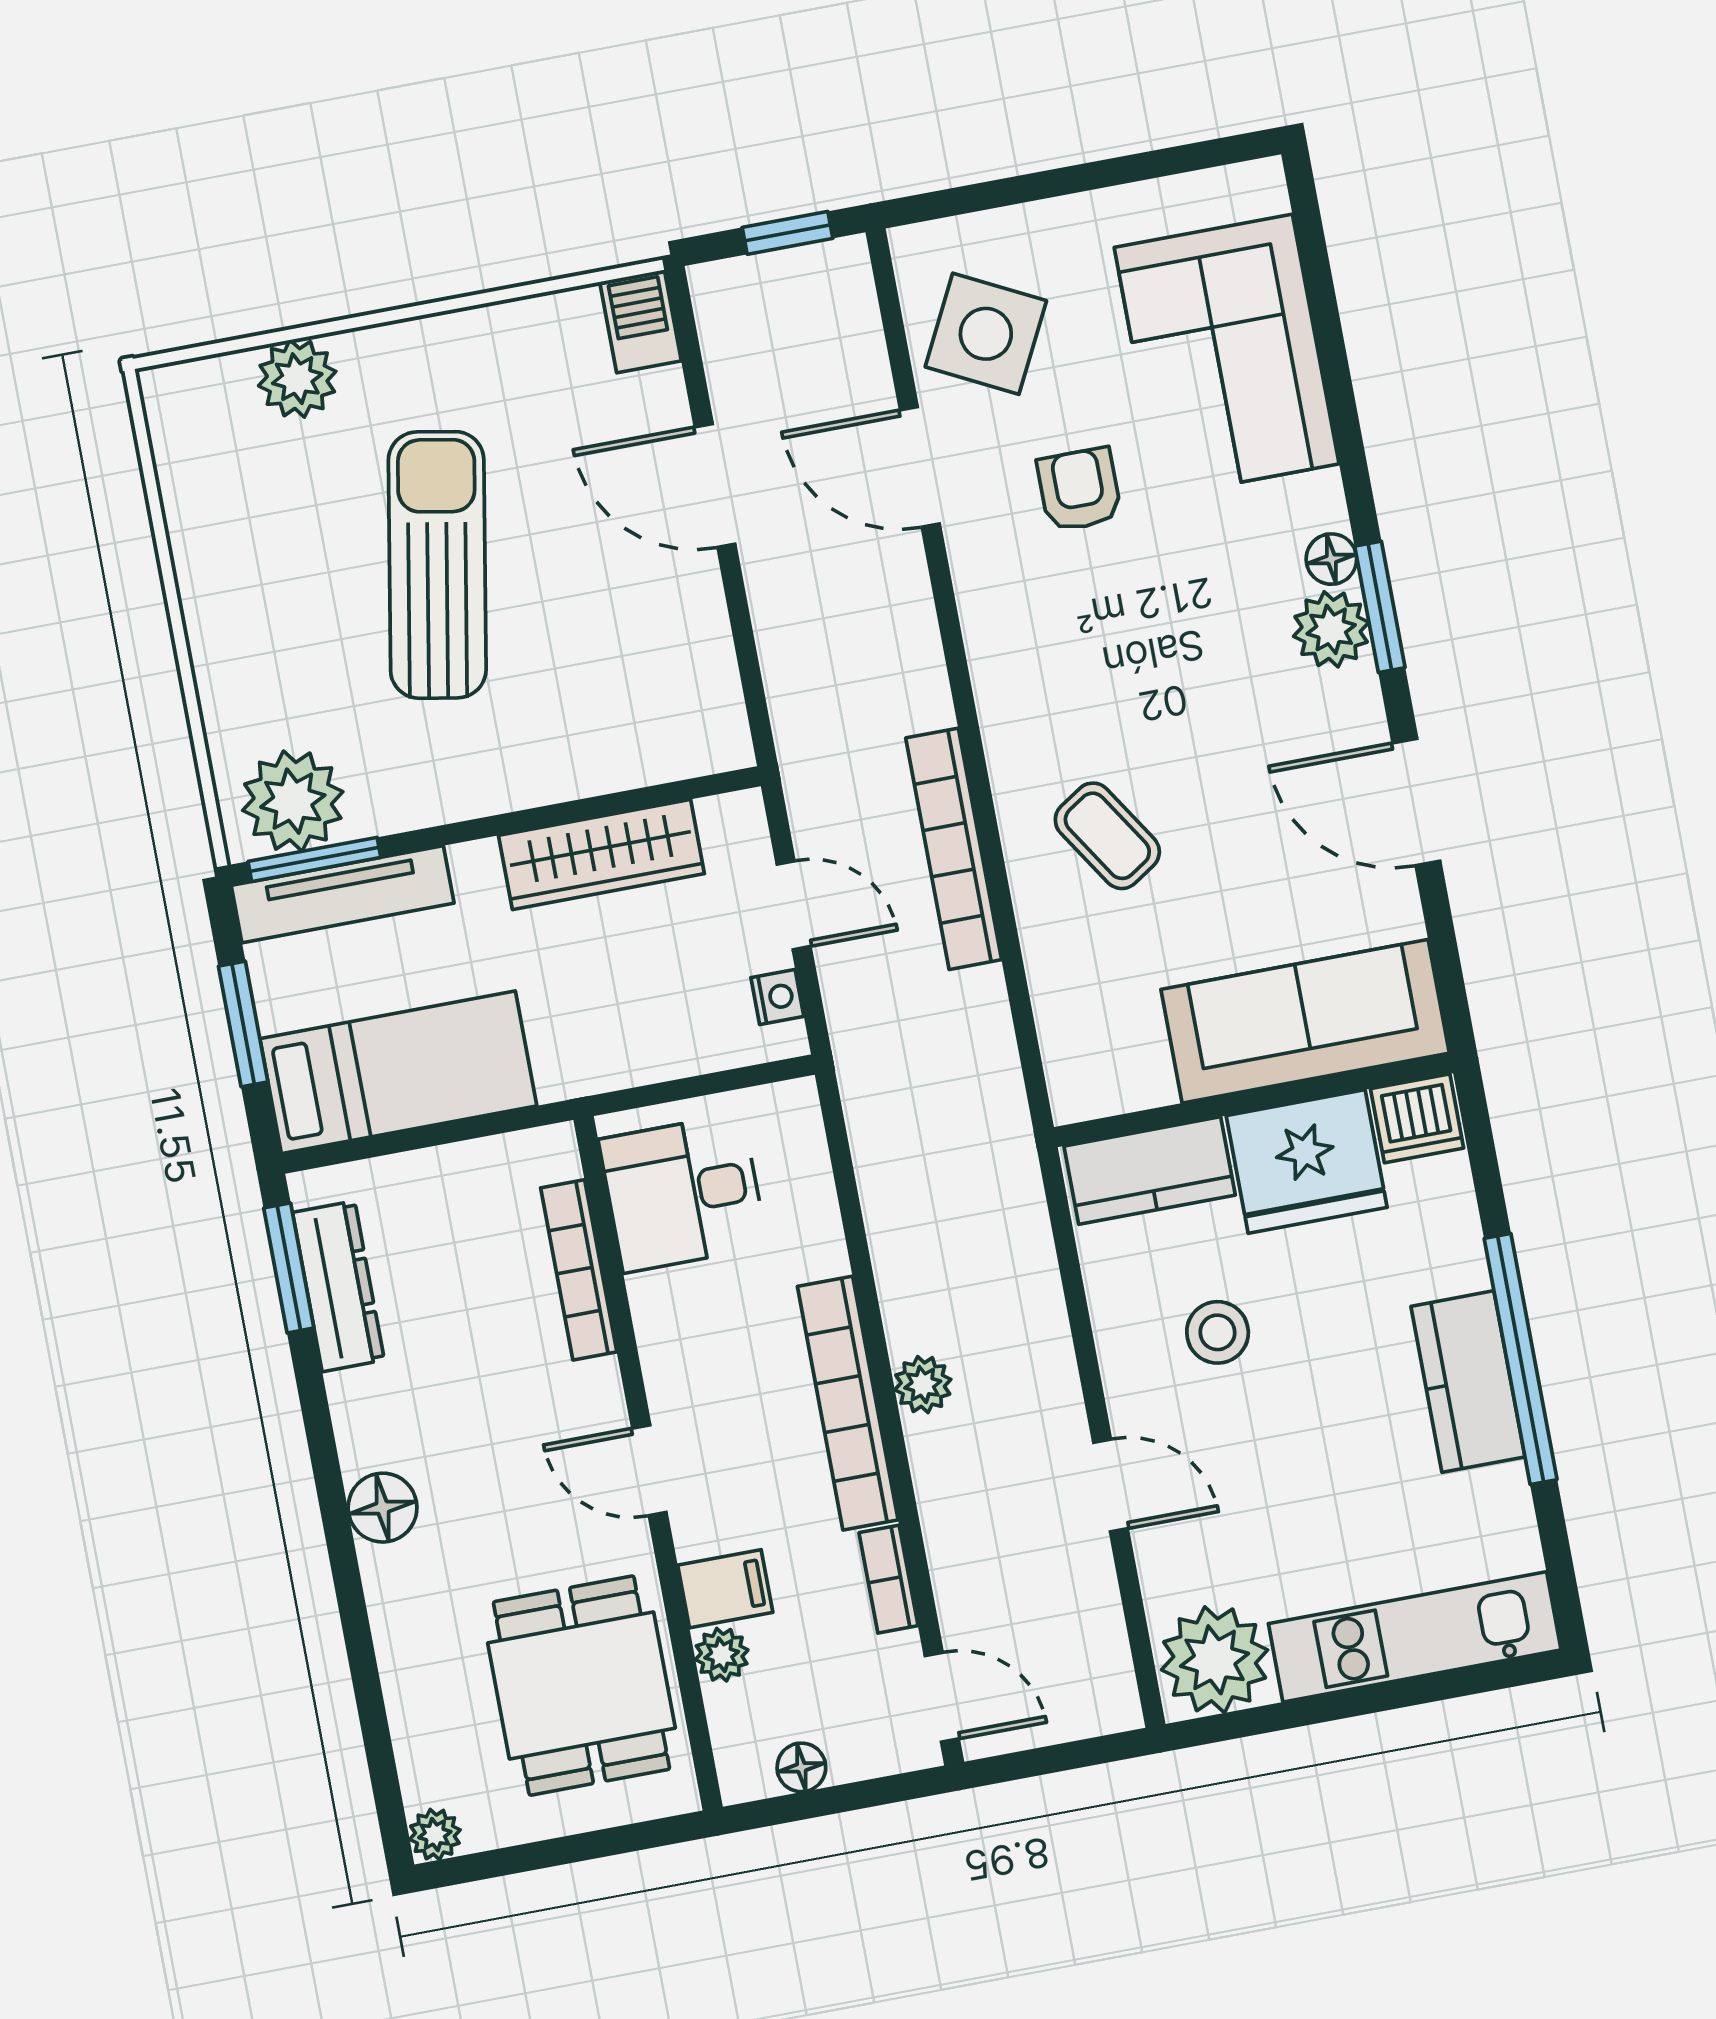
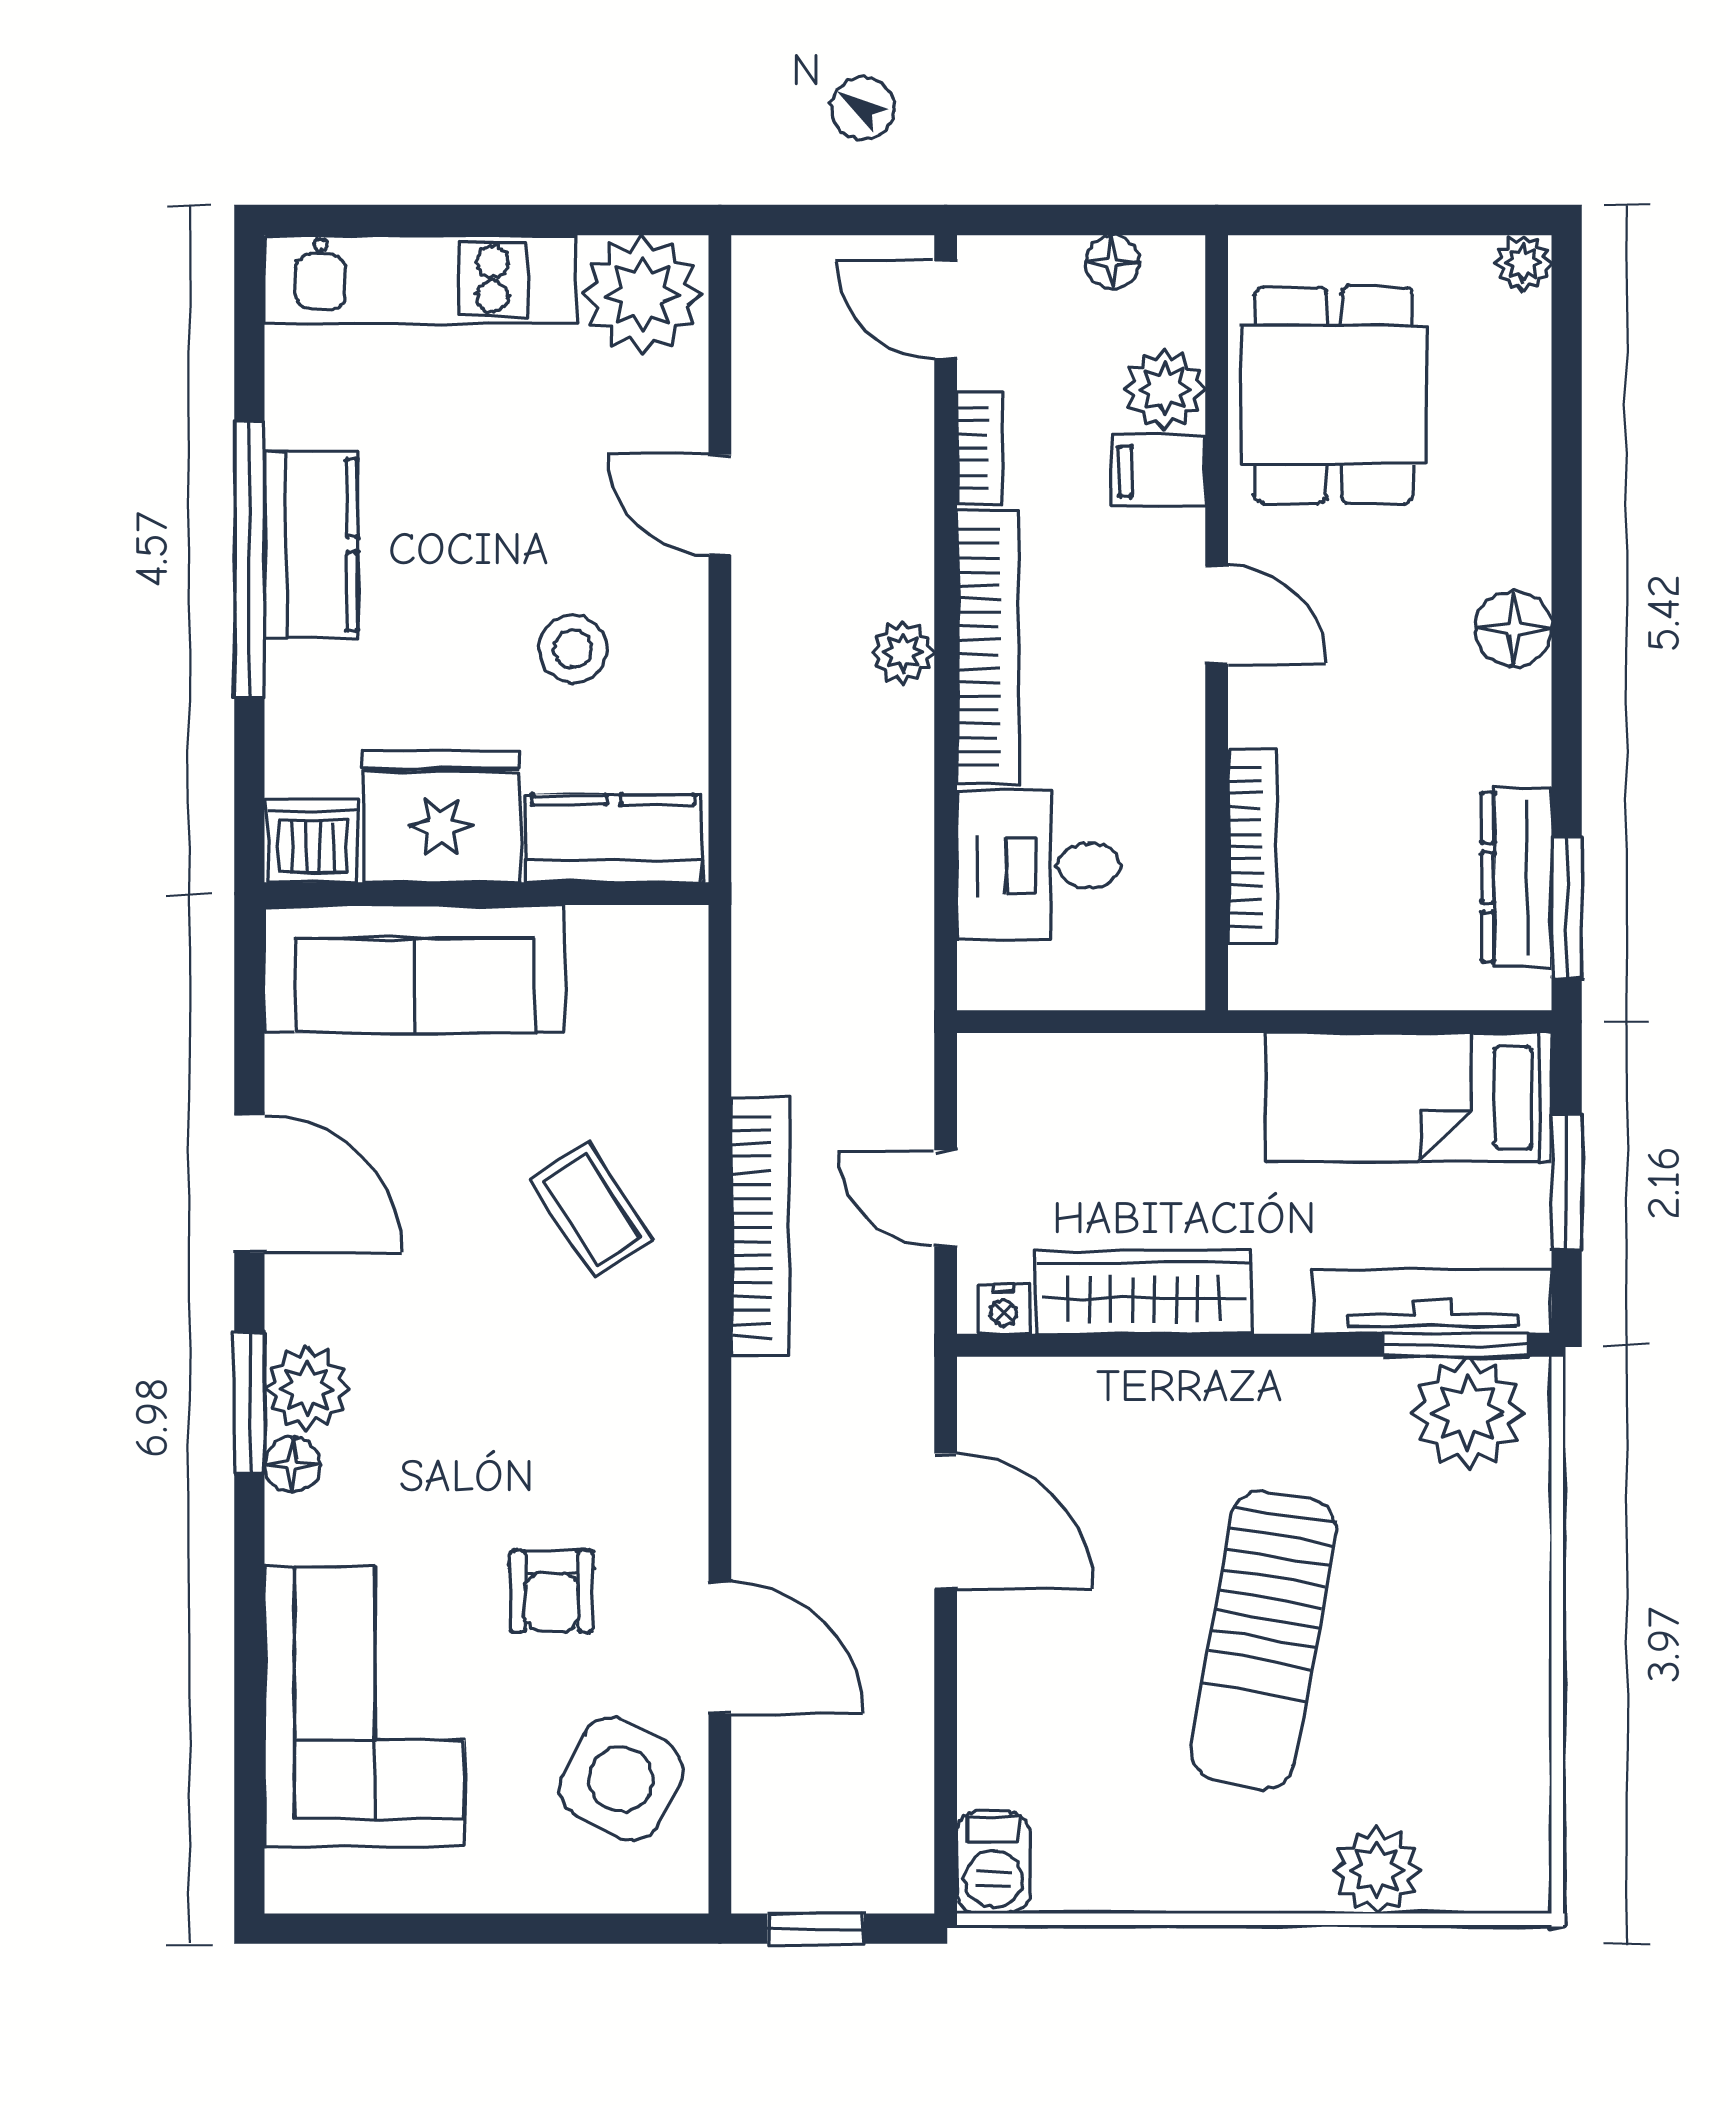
door: (715, 485) -> (946, 1521), moved
nightstand: (777, 997) -> (1003, 1309), moved, turned -90
desk: (683, 1193) -> (1038, 866), moved, turned 180
plant: (722, 1655) -> (1165, 389), width x1.38, depth x1.38

